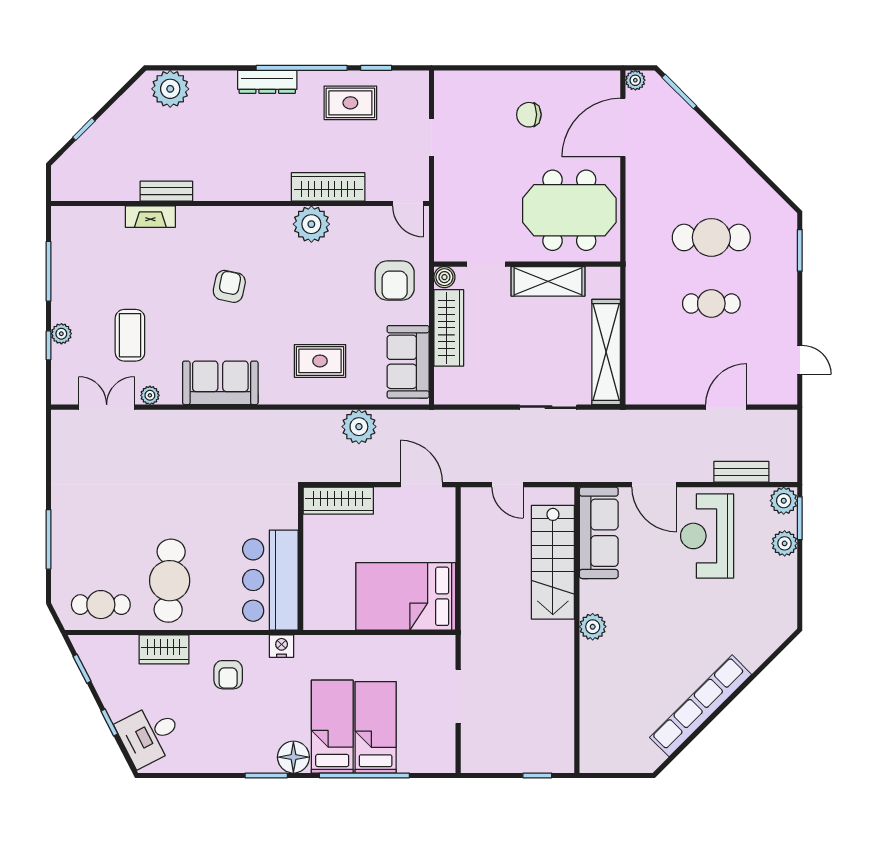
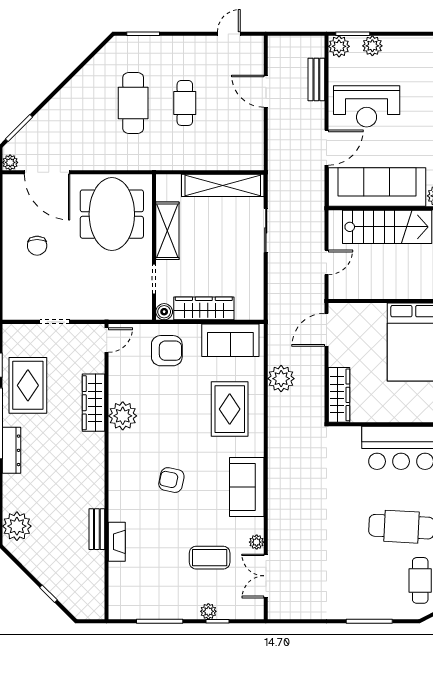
rug: (350, 103) -> (28, 385), width x1.36, depth x1.43
rug: (320, 361) -> (230, 409), width x1.36, depth x1.43
sofa: (599, 533) -> (377, 187), width x1.36, depth x1.27

